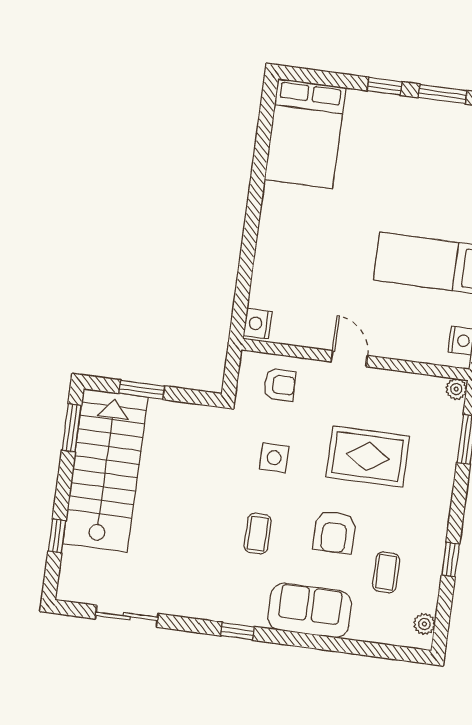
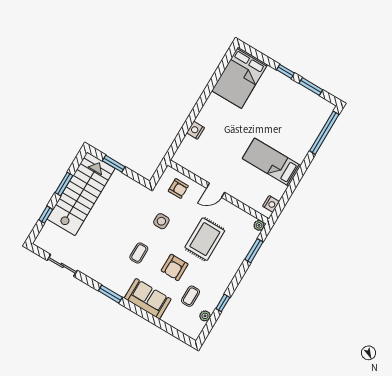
nightstand: (258, 324) -> (196, 130), moved
door: (349, 359) -> (216, 190), swing flipped
window: (72, 428) -> (64, 184), moved
rug: (368, 457) -> (205, 239), turned 90
plant: (424, 624) -> (205, 316), moved
window: (237, 631) -> (110, 294), width x1.50

